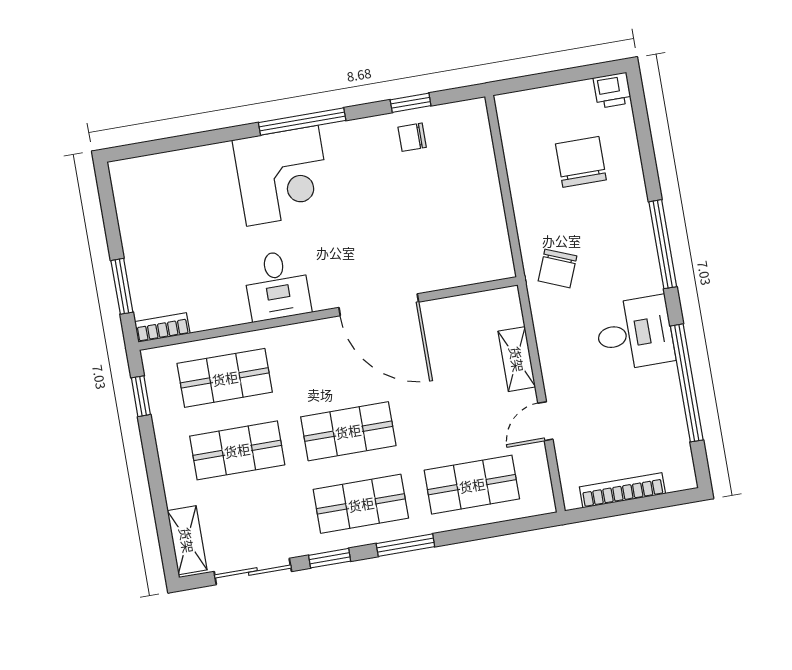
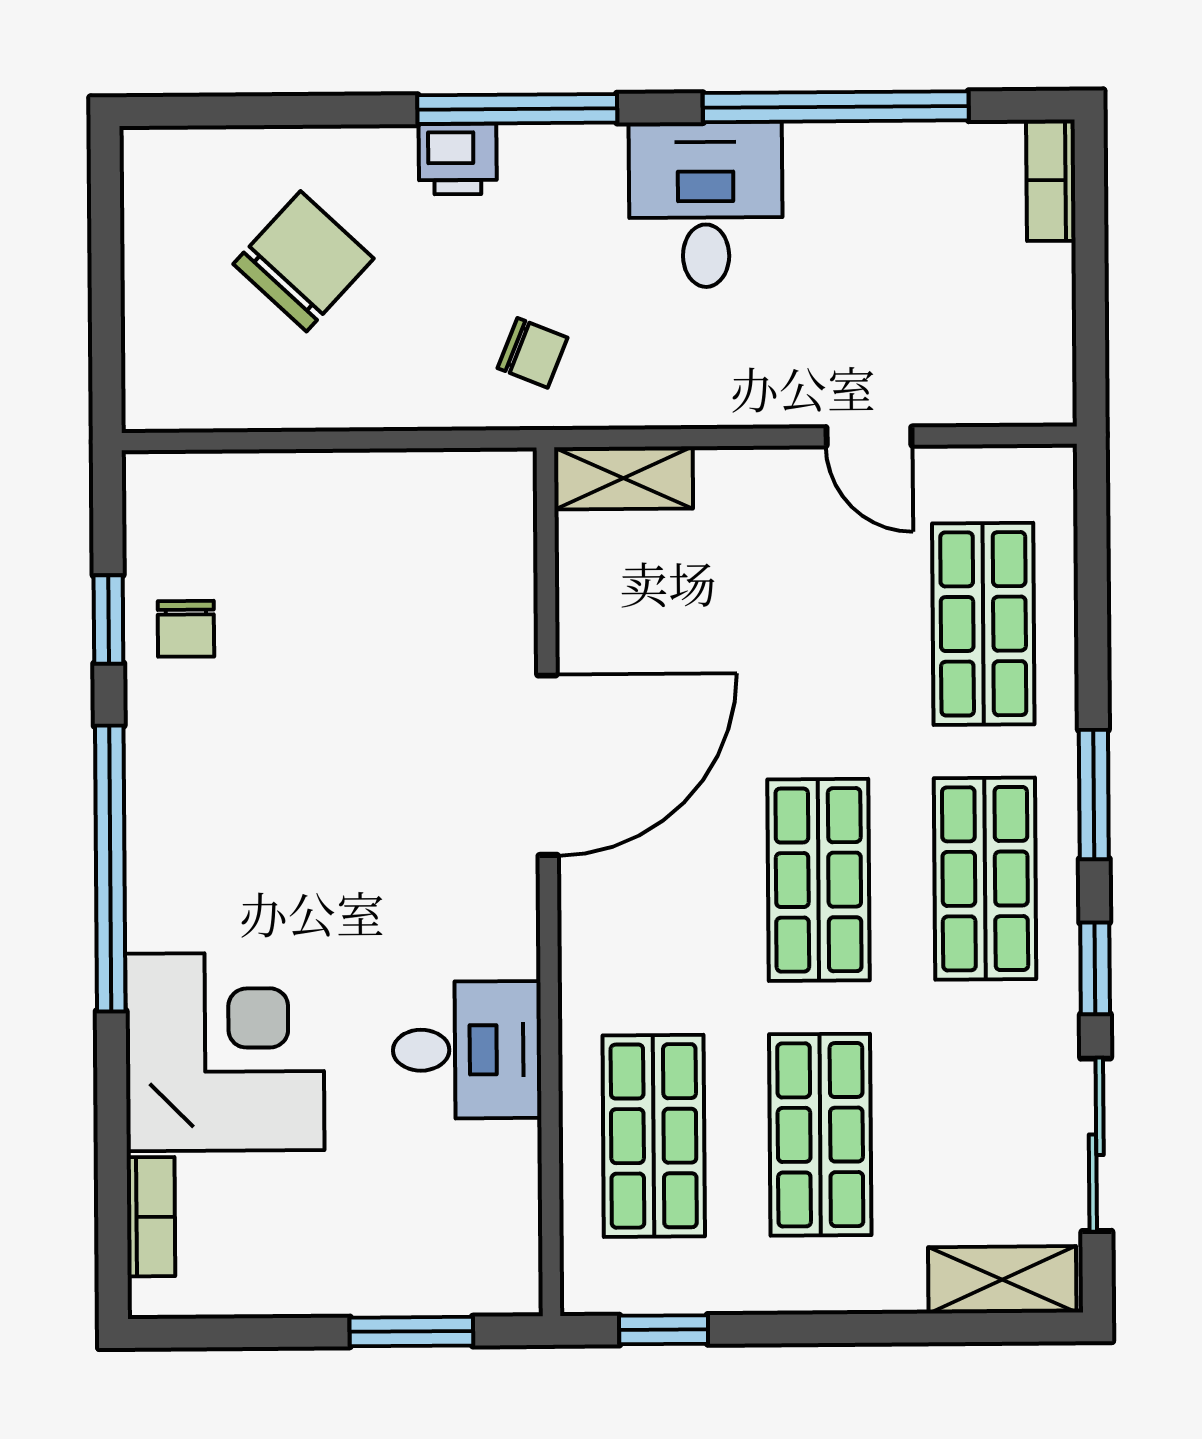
printer: (612, 90) -> (458, 159), moved, turned 90
window: (302, 121) -> (110, 868), width x1.46
chair: (581, 162) -> (303, 261), turned 133
corner desk: (282, 176) -> (225, 1052), moved
chair: (557, 268) -> (533, 353), width x0.73, depth x0.73
desk: (277, 285) -> (467, 1050), moved
bookcase: (162, 328) -> (151, 1217), moved, turned 180
shelving: (517, 359) -> (623, 478), moved
bookcase: (622, 490) -> (1051, 180), moved, width x0.64

